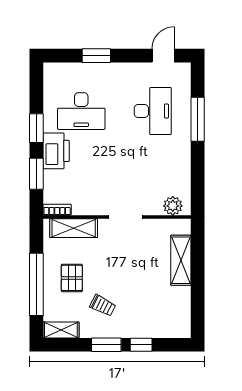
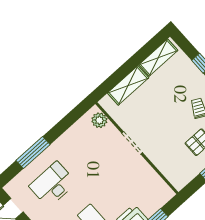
bookcase: (57, 210) -> (165, 189), removed
shelving: (74, 228) -> (158, 58), moved, turned 90

